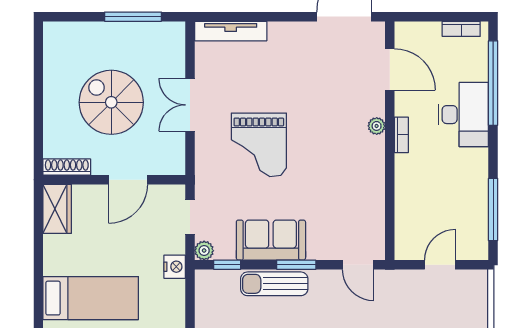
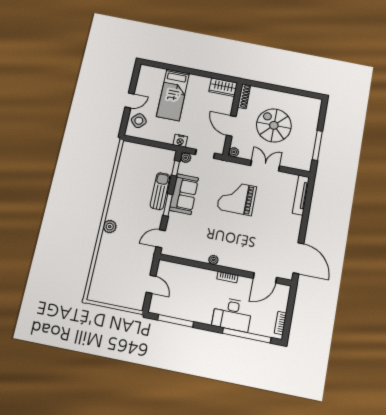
spiral stairs: (111, 102) -> (274, 125), turned -90
plant: (377, 126) -> (213, 260), moved
plant: (176, 166) -> (234, 152), added

